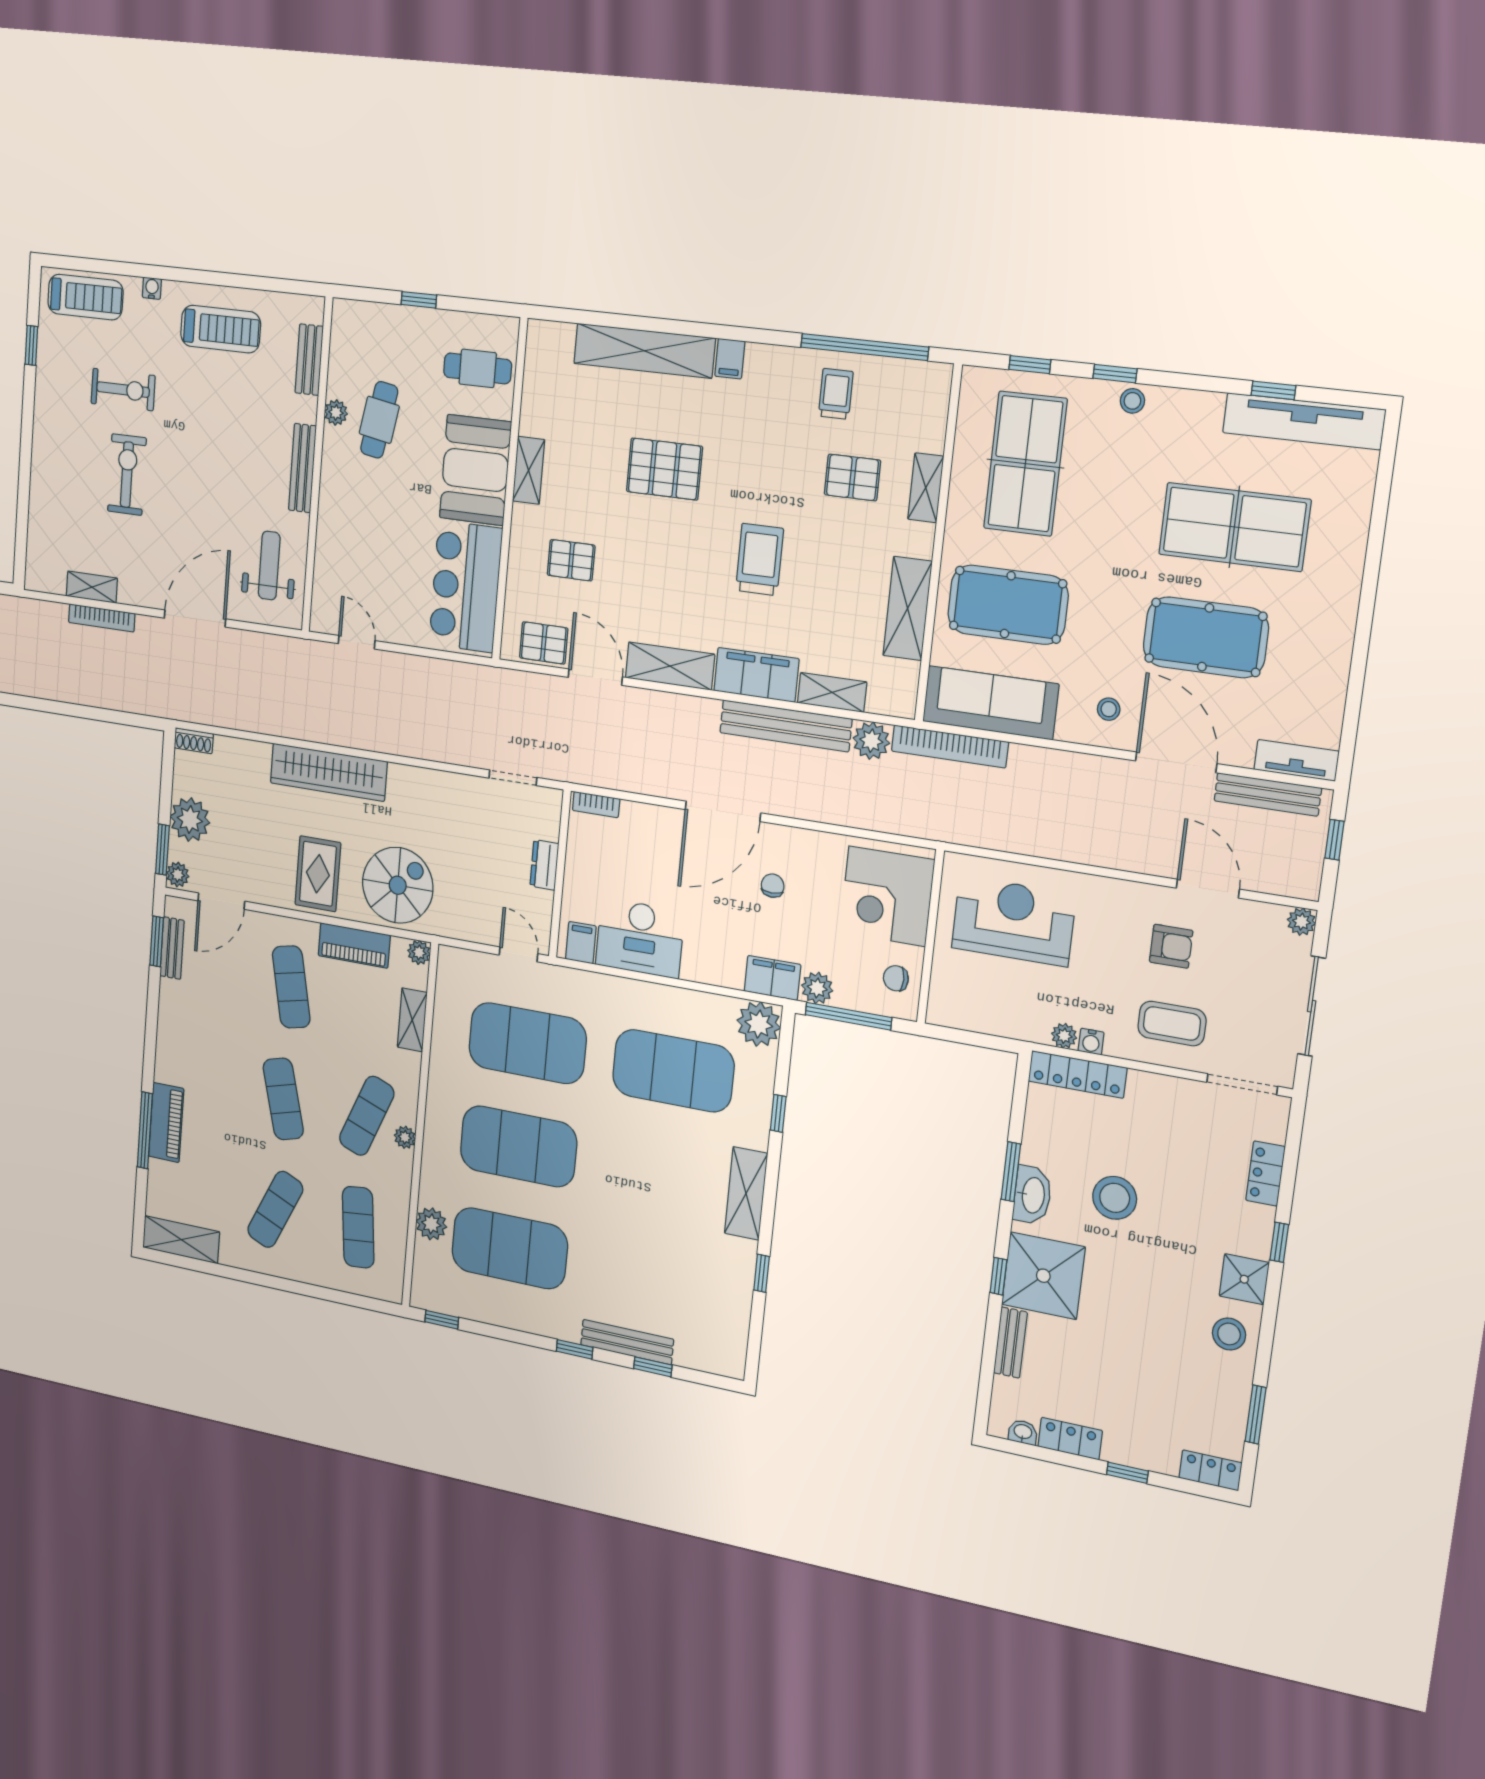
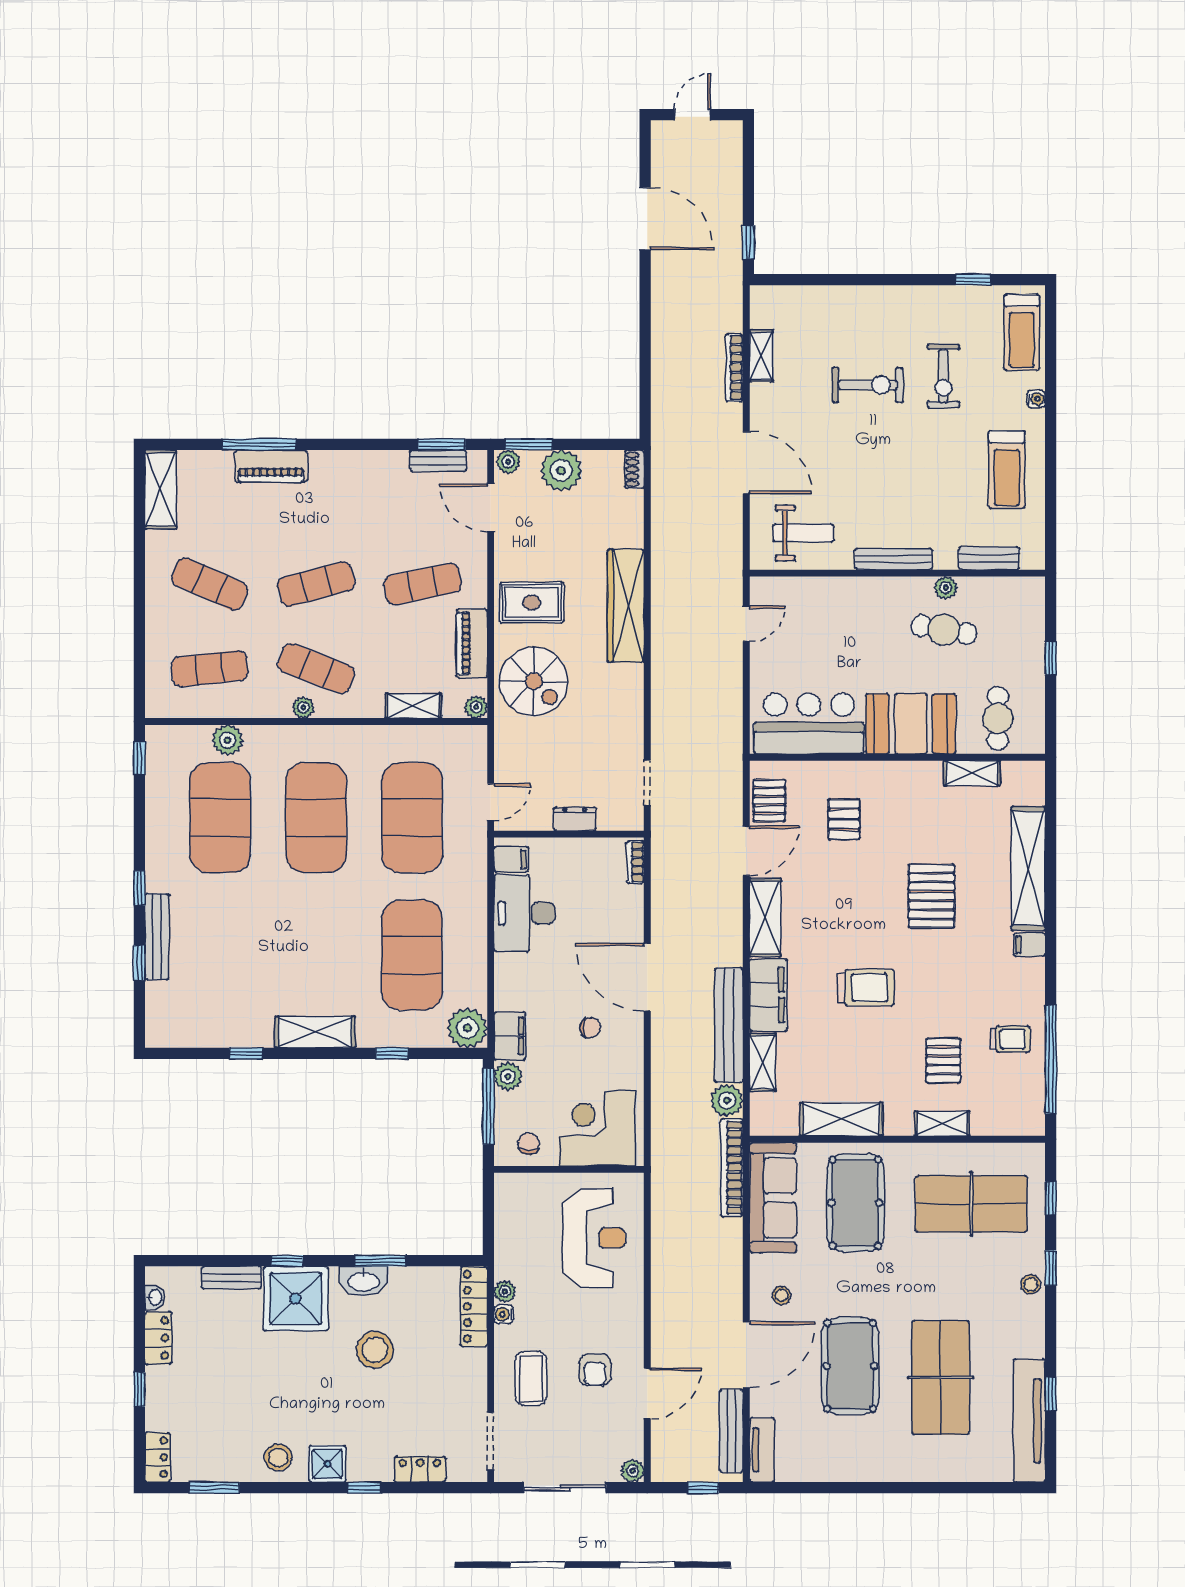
shelving: (529, 470) -> (972, 773), moved

